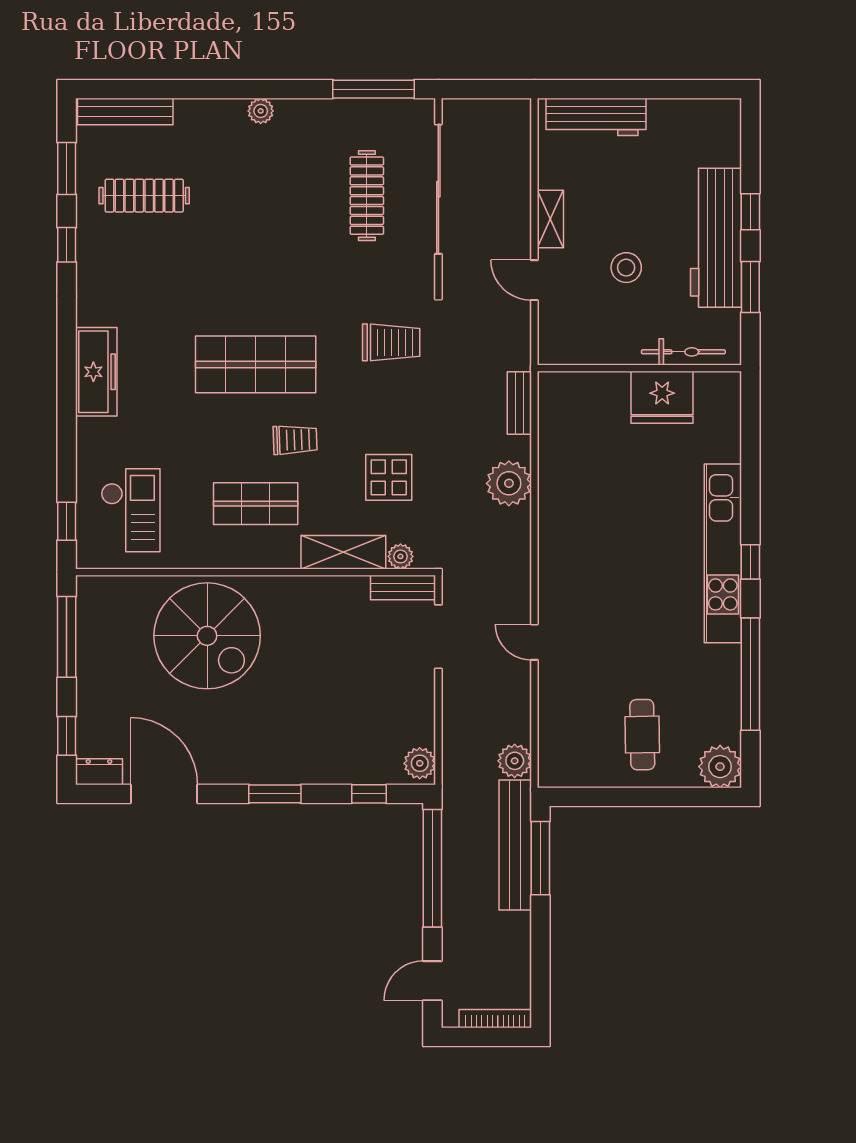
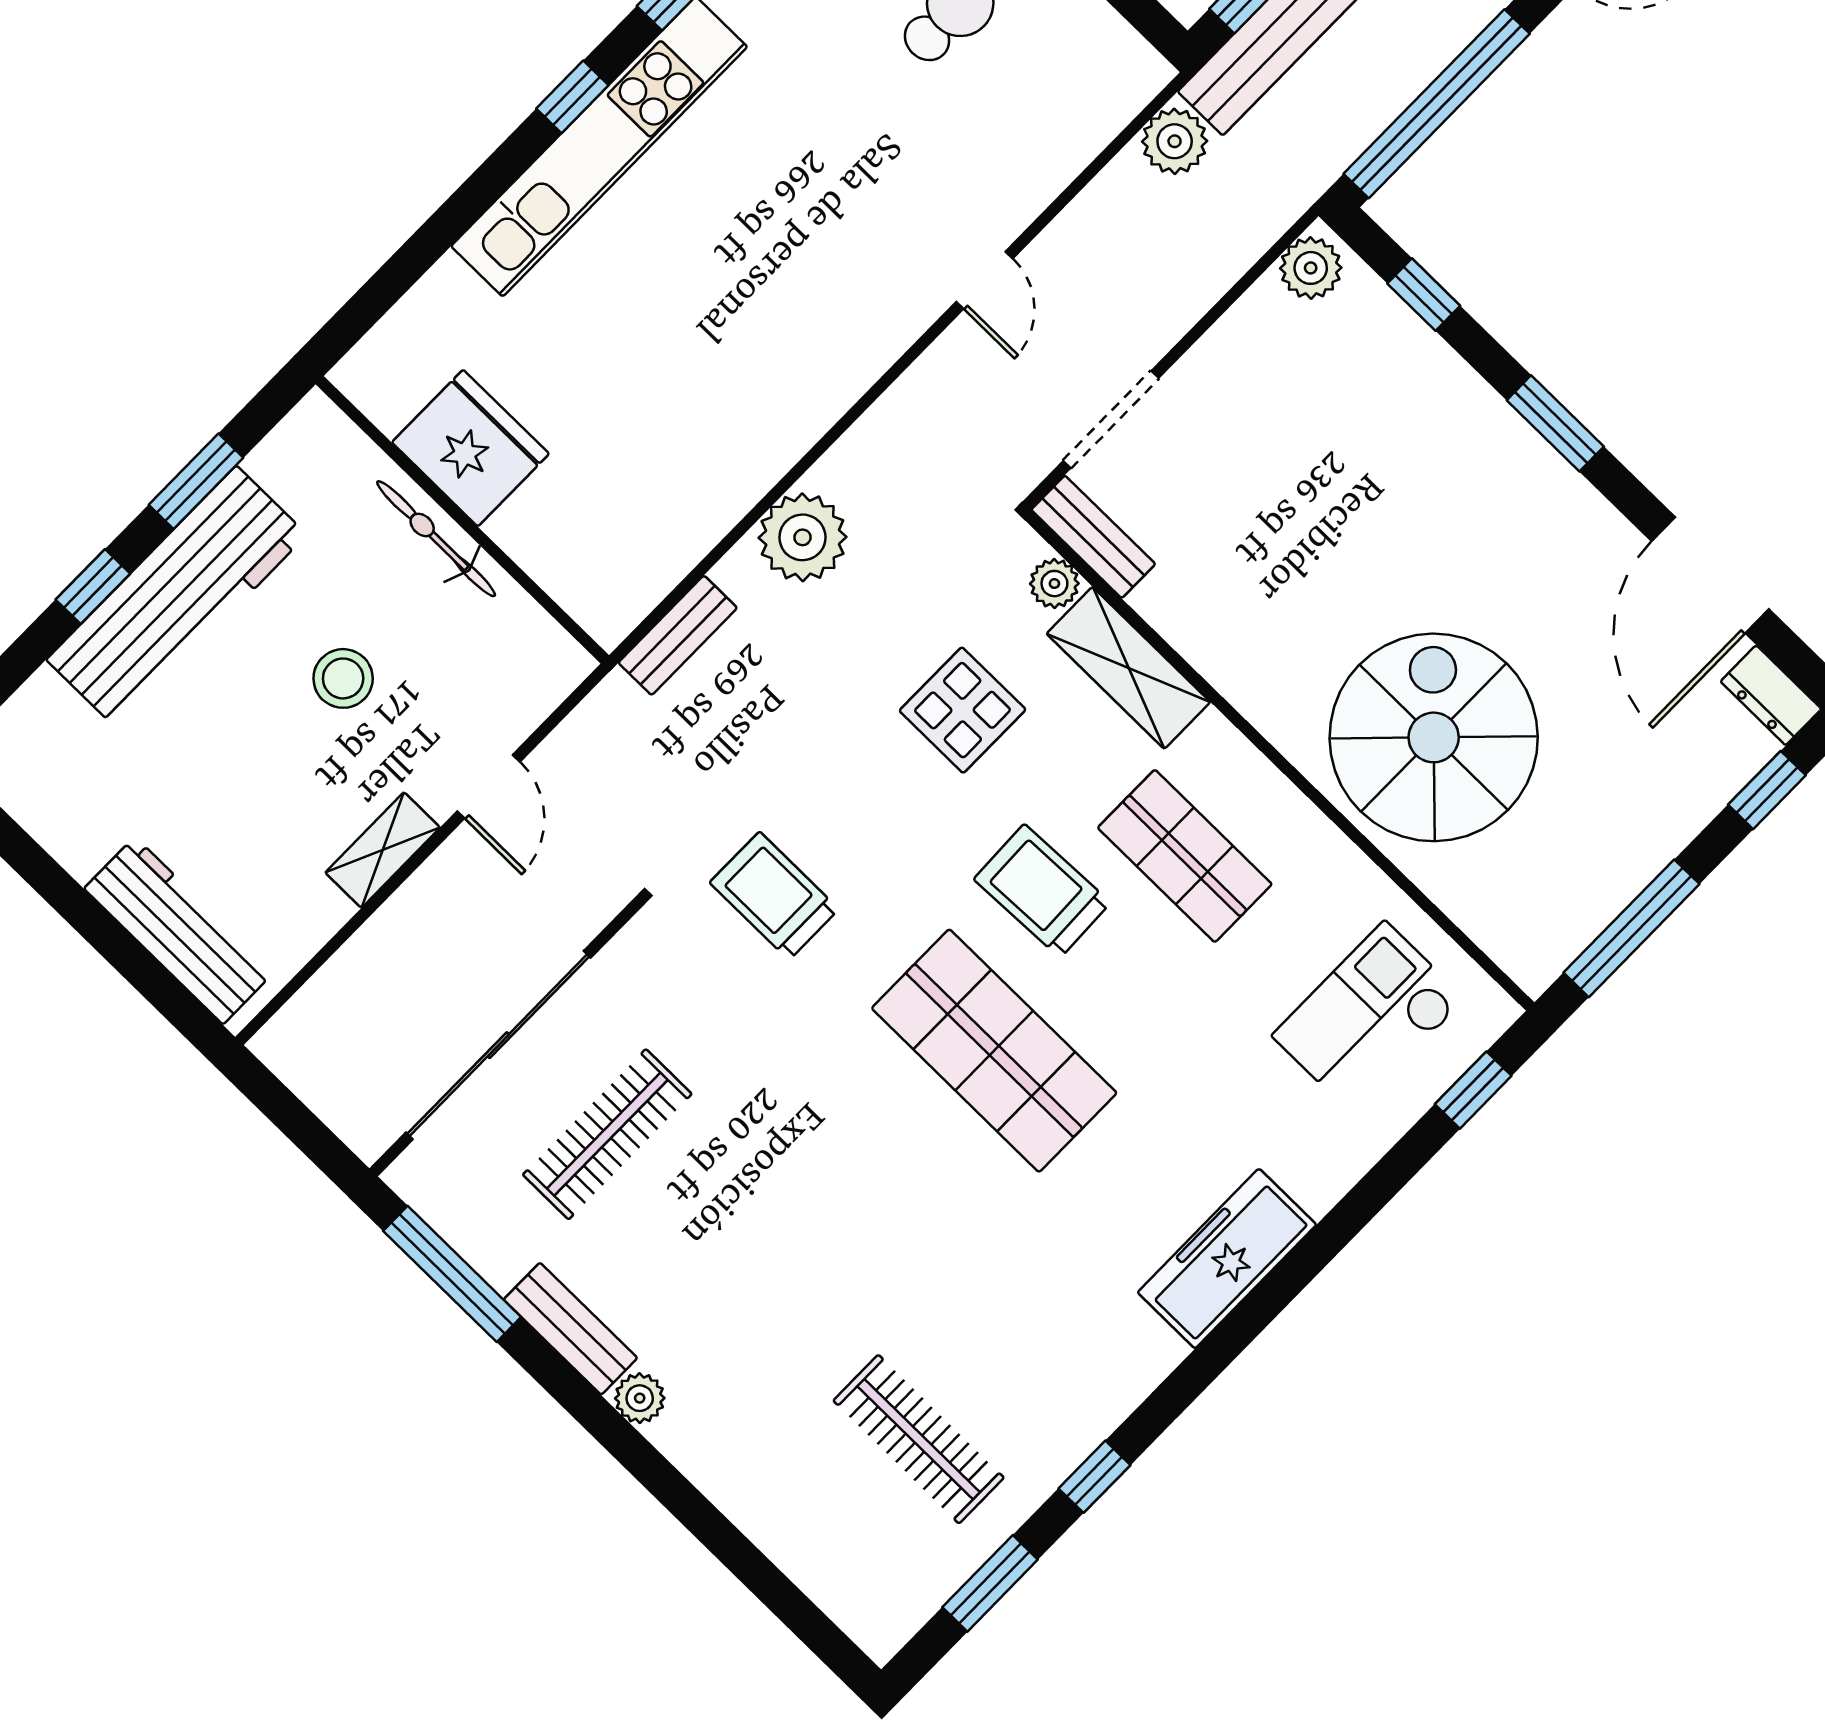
bench: (125, 112) -> (571, 1329), moved, width x0.73
bicycle: (683, 352) -> (436, 539), moved
trolley: (295, 440) -> (1042, 891), width x1.36, depth x1.39

